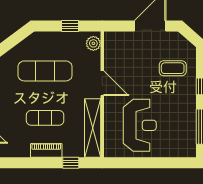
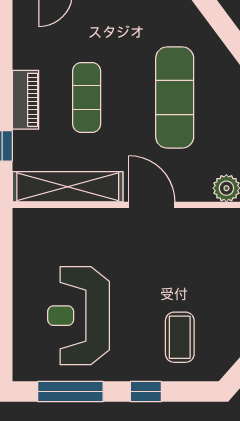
door: (102, 83) -> (152, 205), swing flipped
reception desk: (140, 125) -> (79, 316), moved, turned 90

